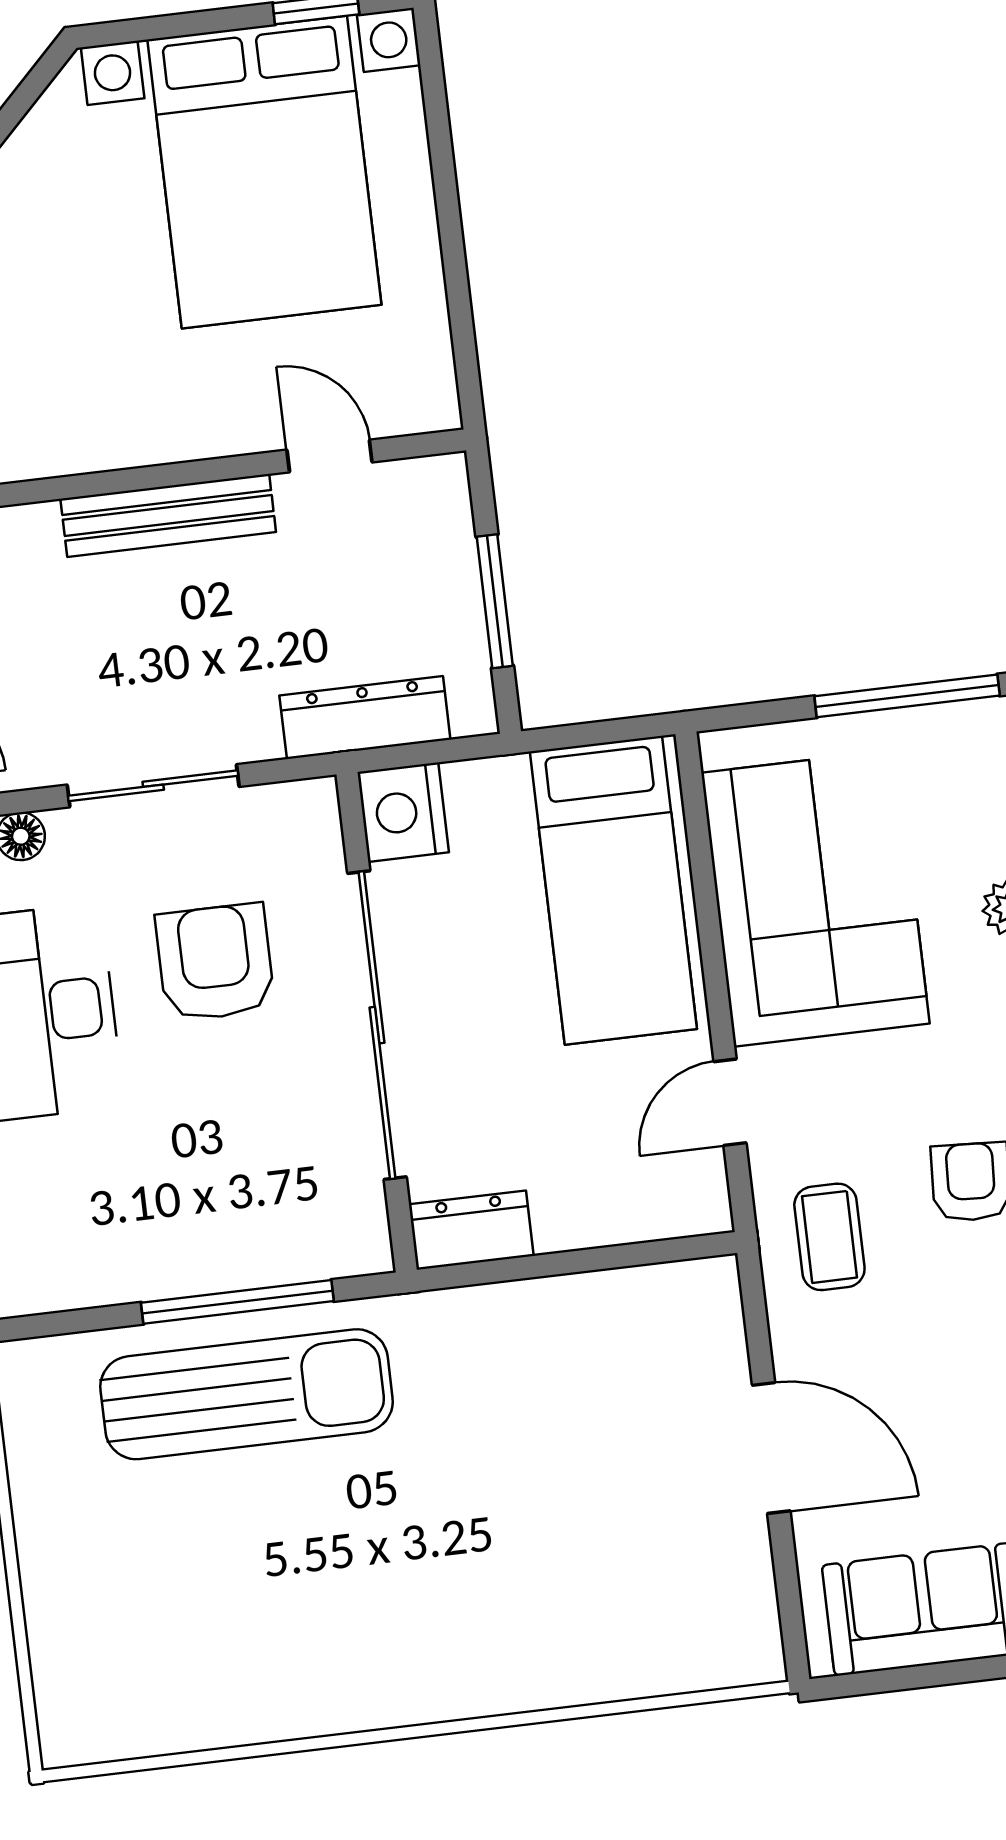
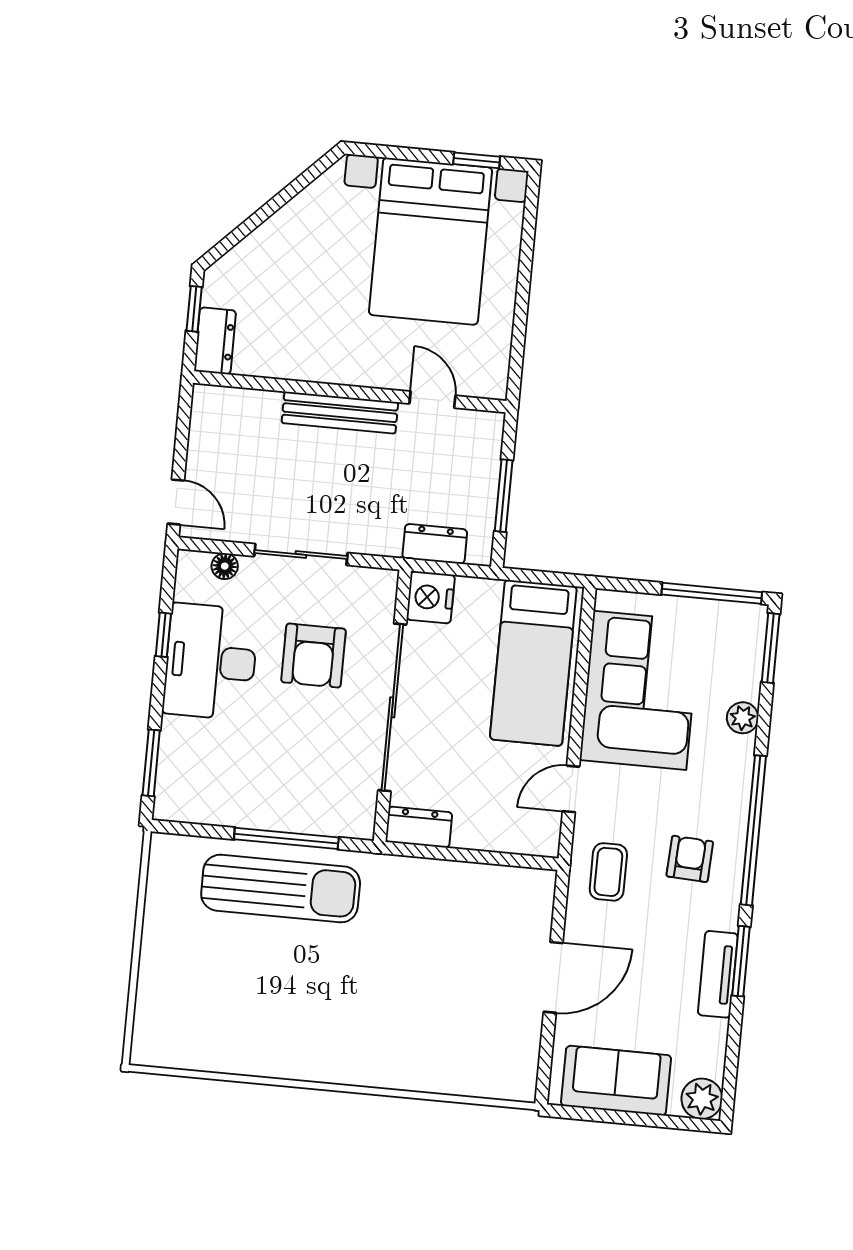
dresser: (365, 718) -> (435, 544), width x0.70
armchair: (215, 962) -> (314, 656), turned 180
door: (771, 1448) -> (553, 977), hinge flipped

